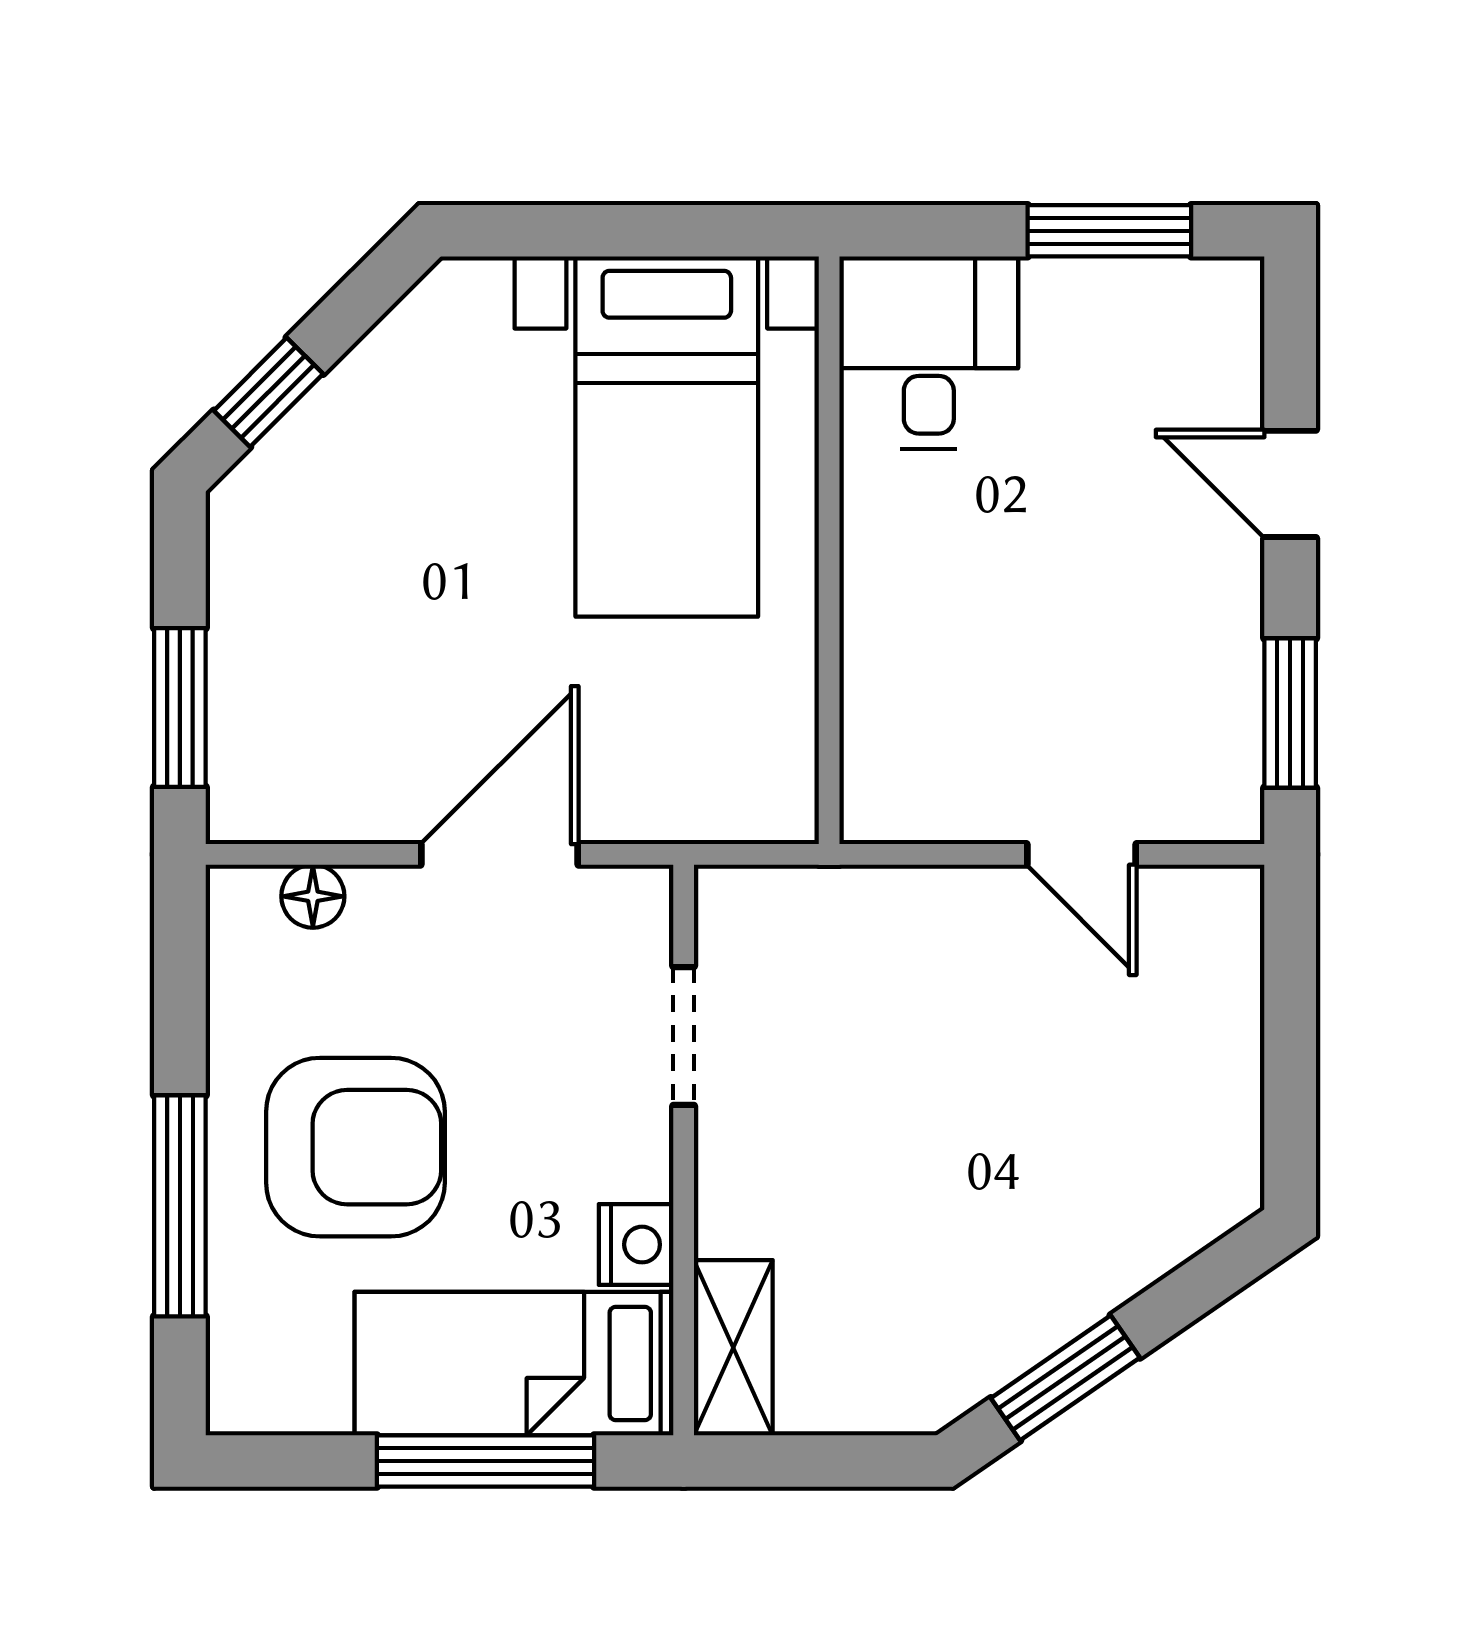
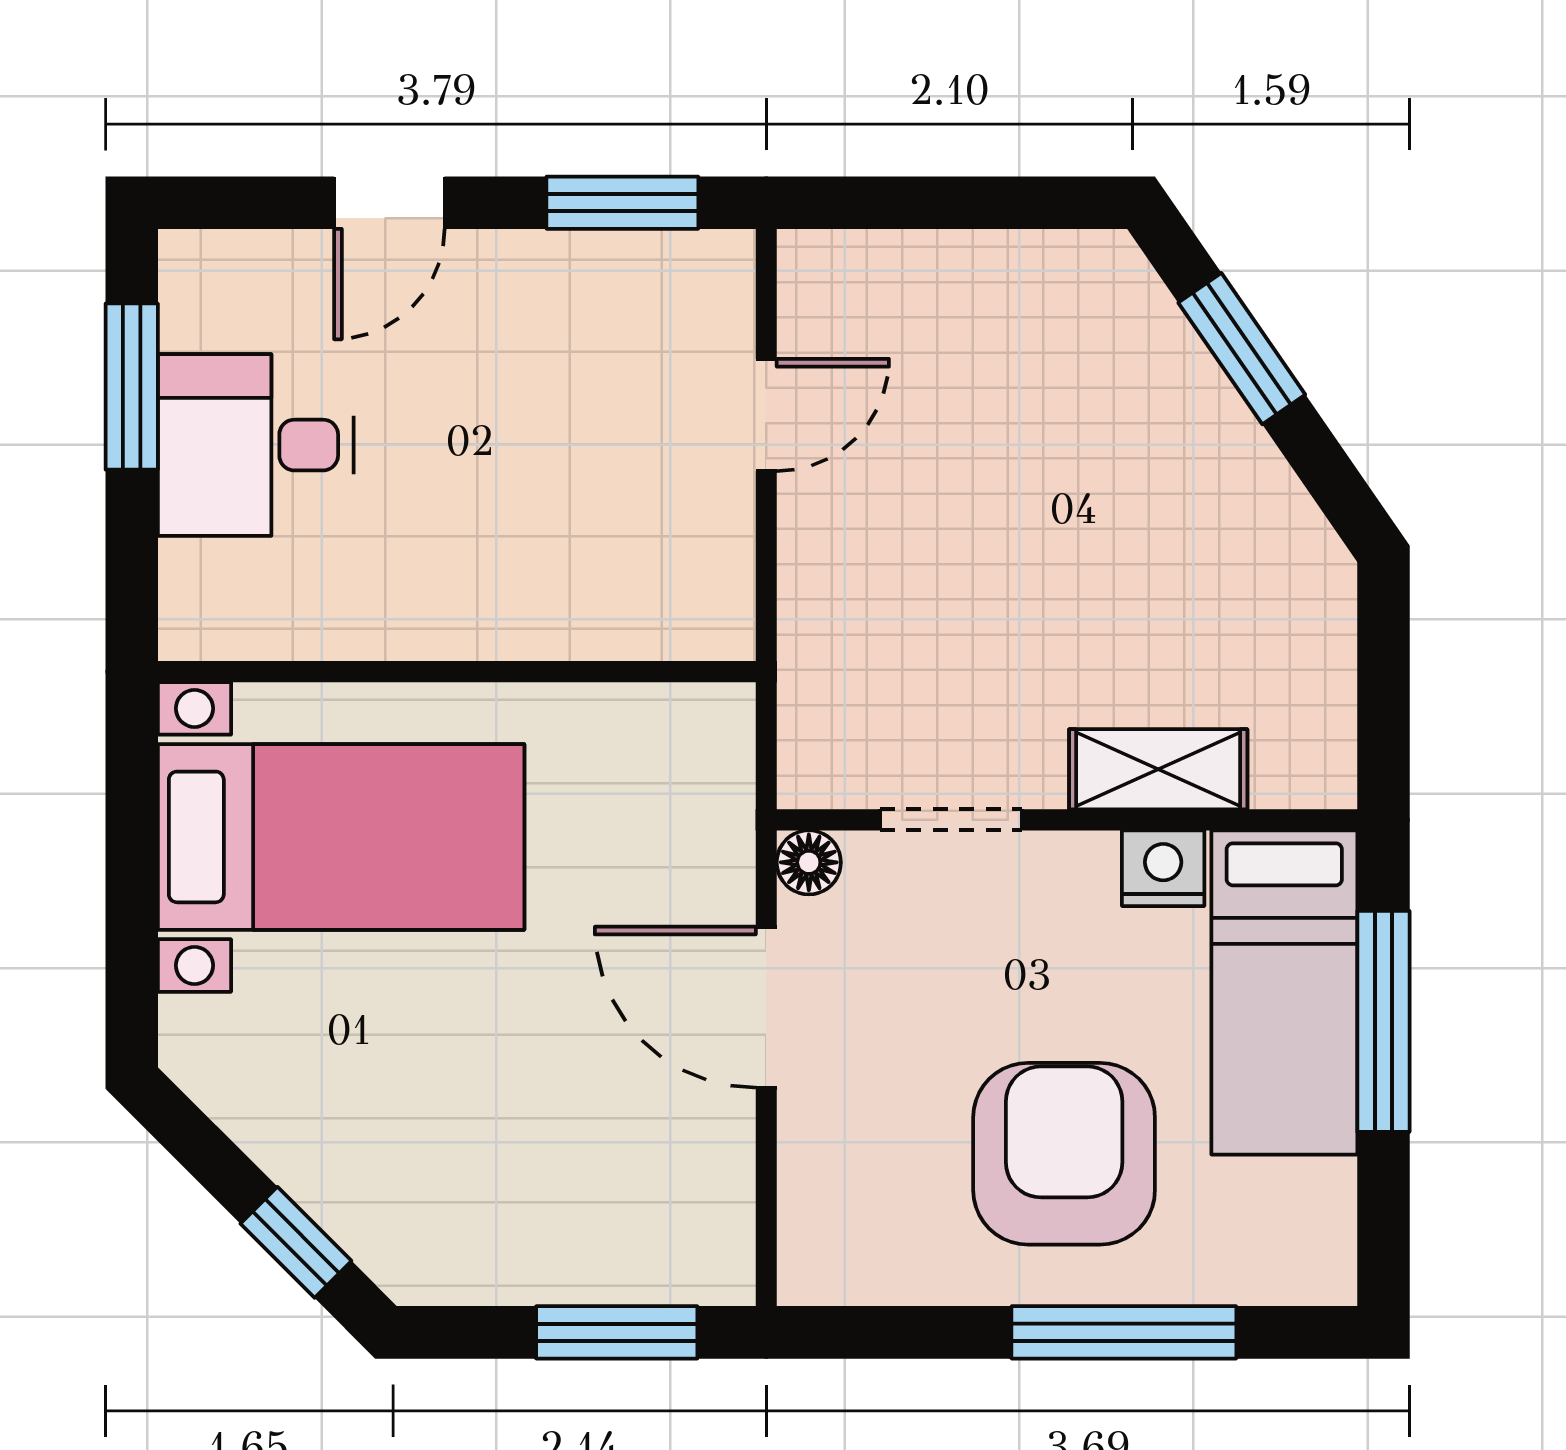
desk: (929, 353) -> (256, 445), moved
floor lamp: (313, 896) -> (809, 862), moved
shelving: (733, 1348) -> (1158, 769), moved
window: (1065, 1378) -> (1242, 349), moved

